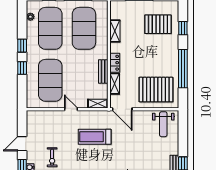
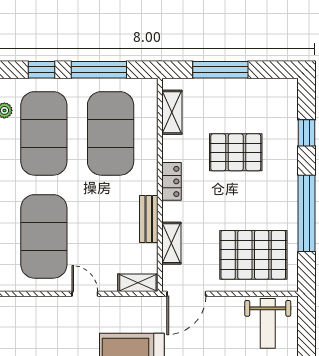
pallet: (158, 24) -> (236, 152), moved
shelving: (115, 31) -> (172, 112), moved
locker: (115, 63) -> (172, 181), moved
door: (122, 109) -> (186, 294), hinge flipped

